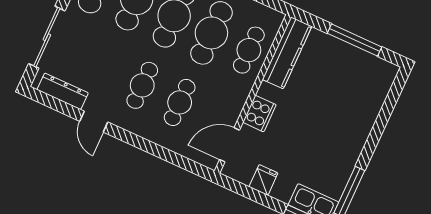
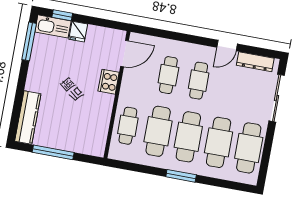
kitchen counter: (287, 53) -> (28, 118), moved, turned 180
door: (94, 122) -> (227, 46), swing flipped
fridge: (263, 180) -> (78, 32), moved

